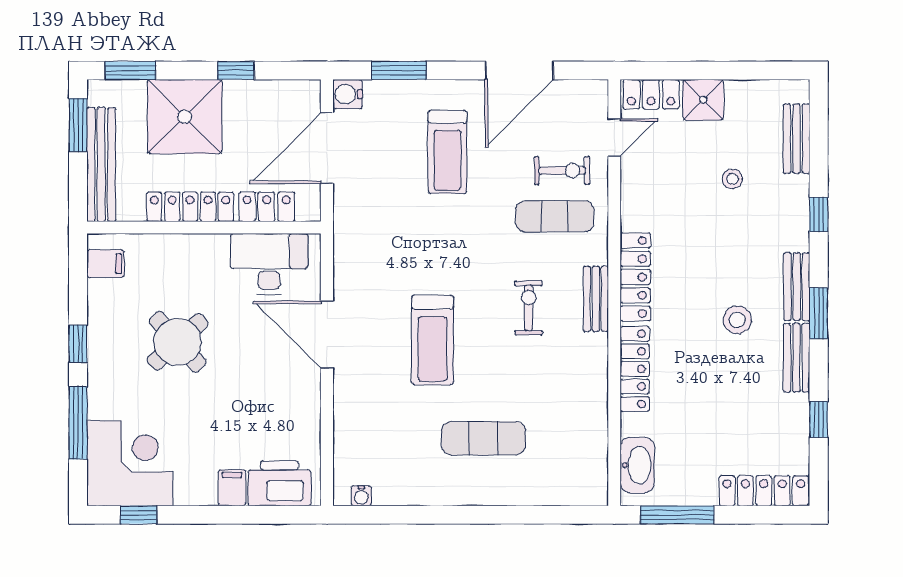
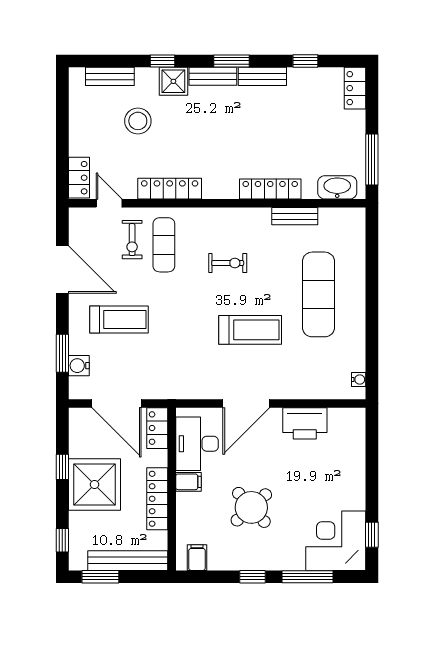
window: (130, 71) -> (62, 540), width x0.67
water cooler: (348, 94) -> (79, 366), moved, turned 90
shower: (703, 100) -> (173, 81), moved
shower: (185, 117) -> (94, 485), moved
exercise bike: (562, 171) -> (132, 240), turned 180
stool: (732, 179) -> (138, 121), width x1.89, depth x1.89
locker: (267, 207) -> (157, 428), moved
locker: (635, 277) -> (170, 189), moved
bench: (596, 299) -> (295, 216), moved
exercise bike: (529, 308) -> (228, 263), turned 180
stool: (737, 320) -> (236, 118), removed
exercise mat: (483, 438) -> (318, 294), width x1.36, depth x1.45
printer: (279, 483) -> (305, 423), moved, turned -90
filing cabinet: (232, 488) -> (189, 482), moved, turned 180
locker: (764, 491) -> (355, 88), width x0.66

